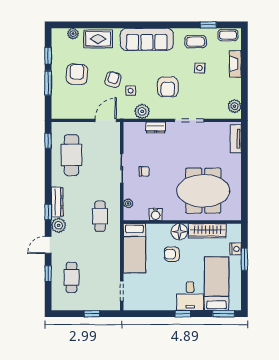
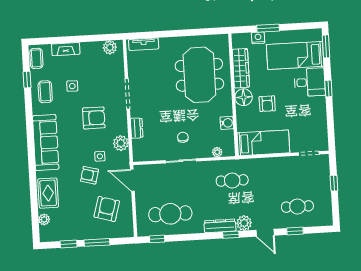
armchair: (77, 74) -> (107, 209), moved, turned 102

